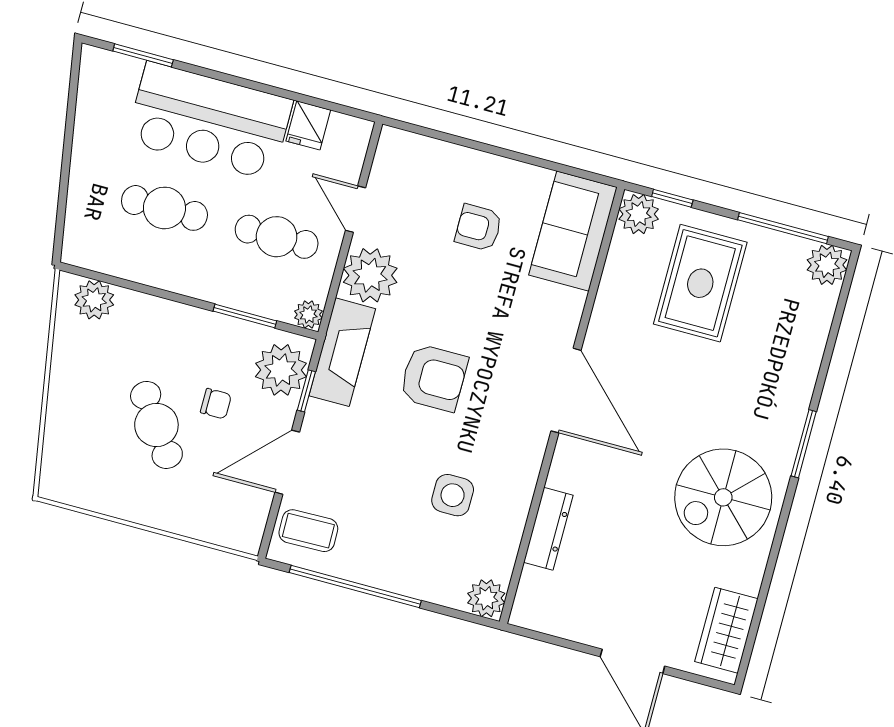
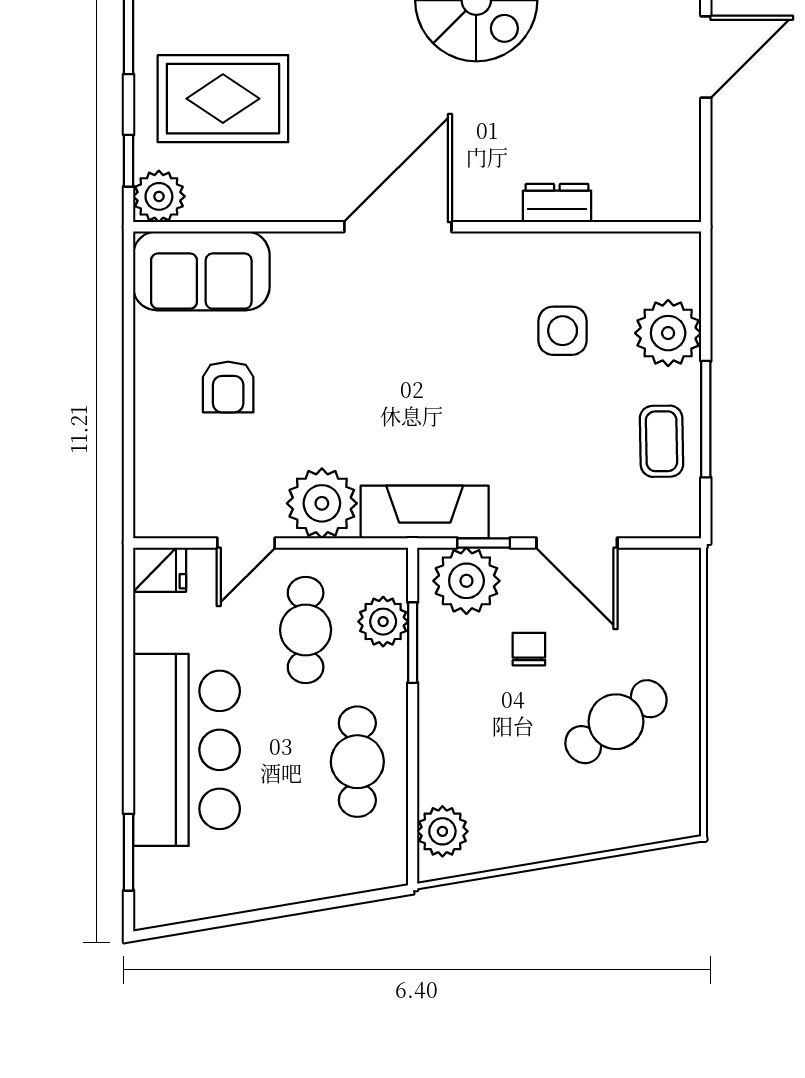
fridge: (308, 125) -> (160, 570), moved
cafe table: (164, 208) -> (357, 762), moved
plant: (308, 315) -> (383, 622), moved, width x1.38, depth x1.38
armchair: (434, 378) -> (426, 392), removed
cafe table: (156, 425) -> (616, 722), moved
dresser: (548, 529) -> (557, 203), width x0.70
coffee table: (308, 531) -> (661, 441), moved
window: (355, 587) -> (706, 419), width x0.68
plant: (486, 598) -> (668, 333), moved, width x1.36, depth x1.36

